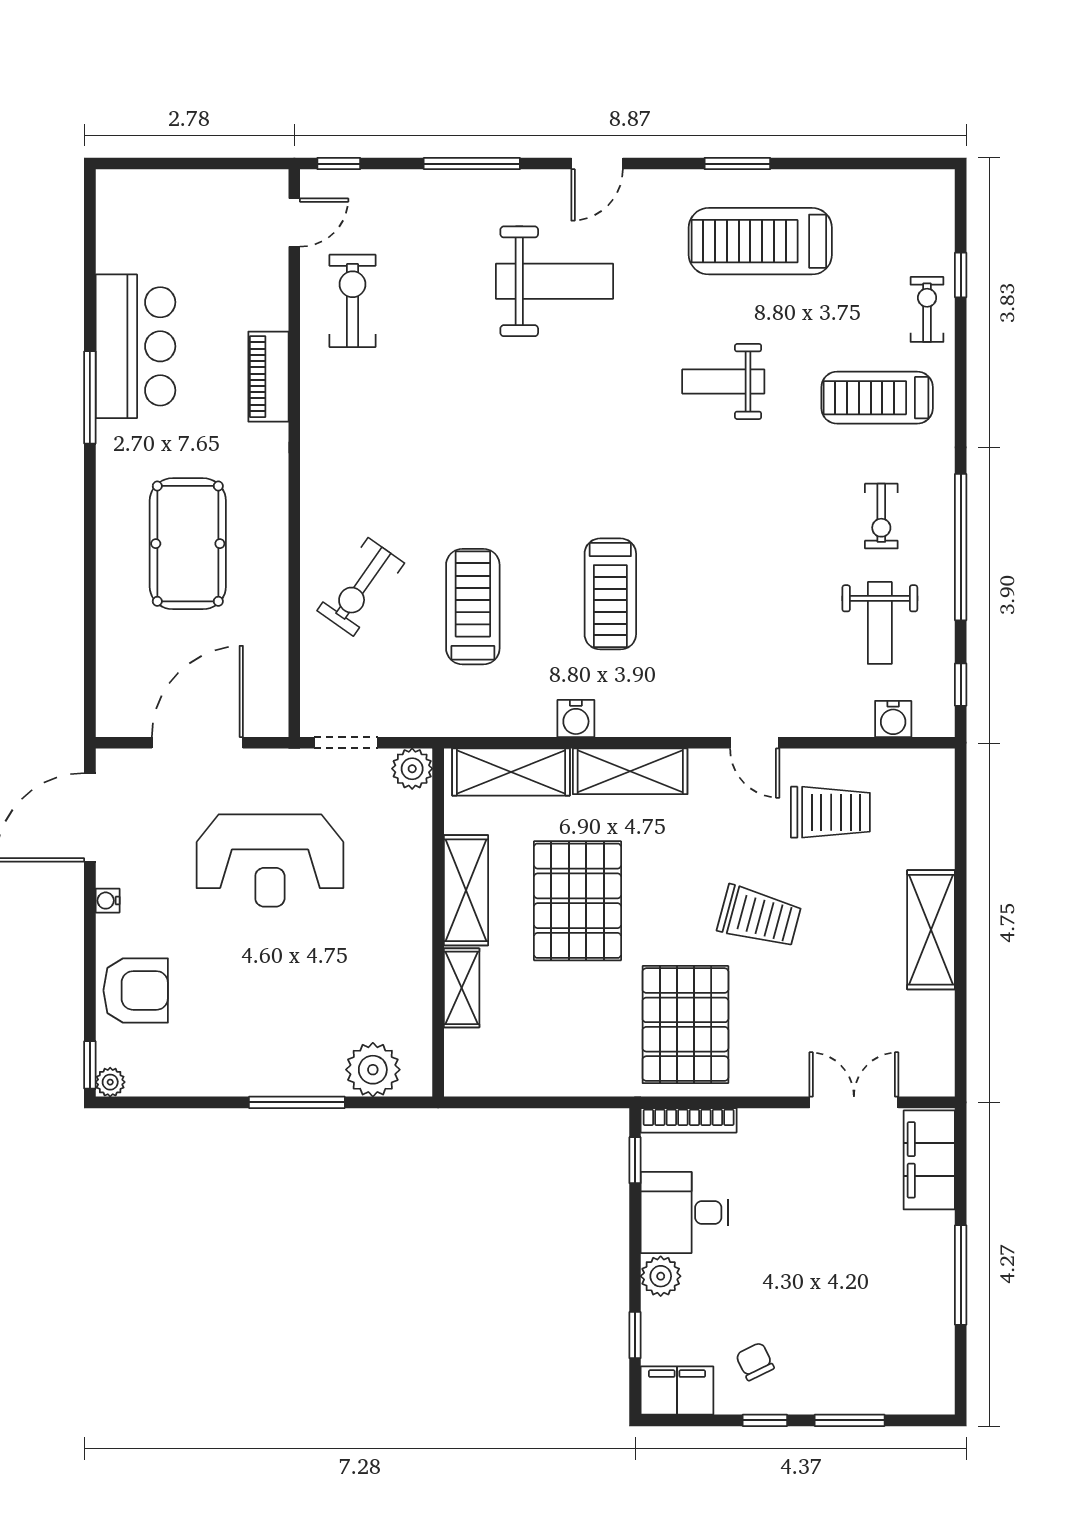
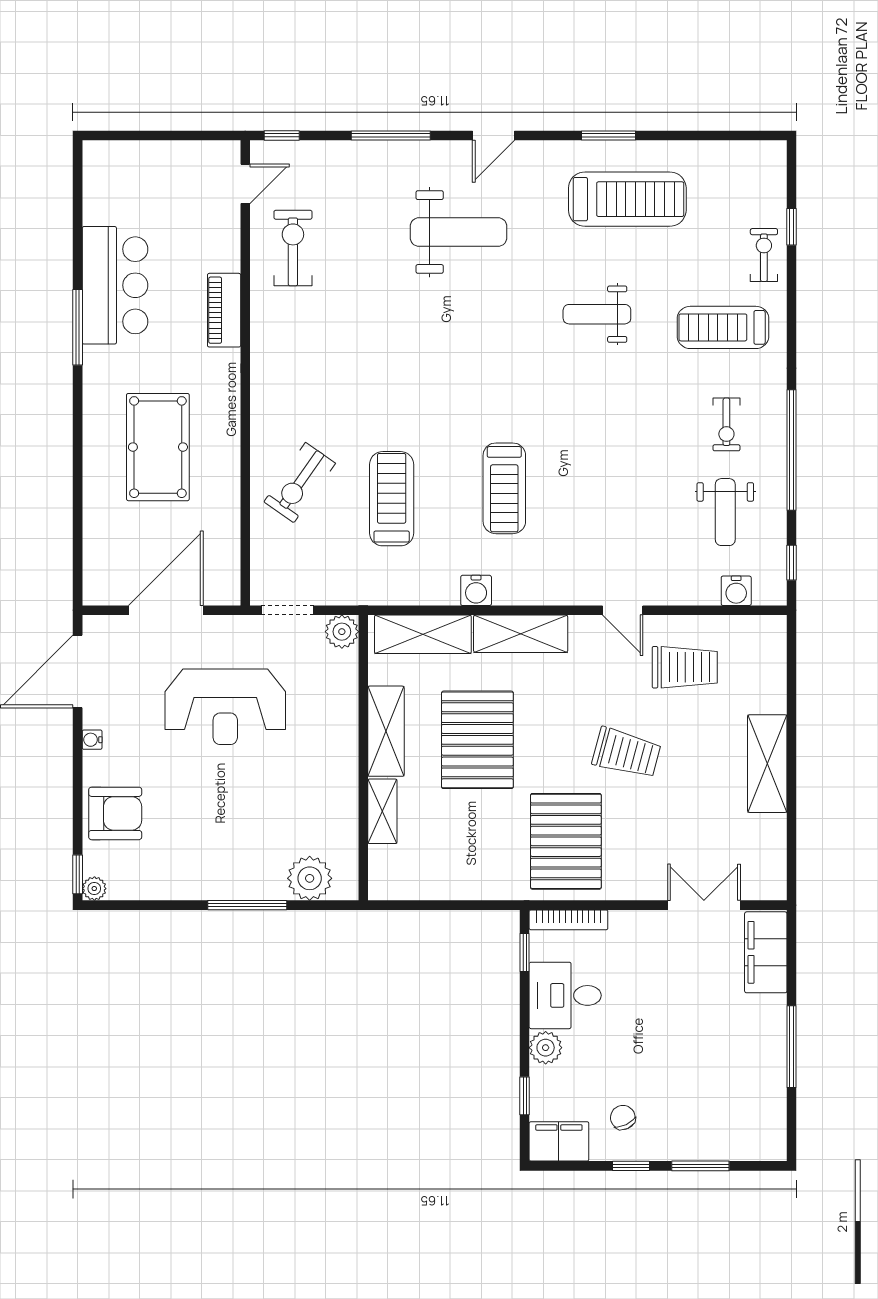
treadmill: (760, 241) -> (627, 199), turned 180

